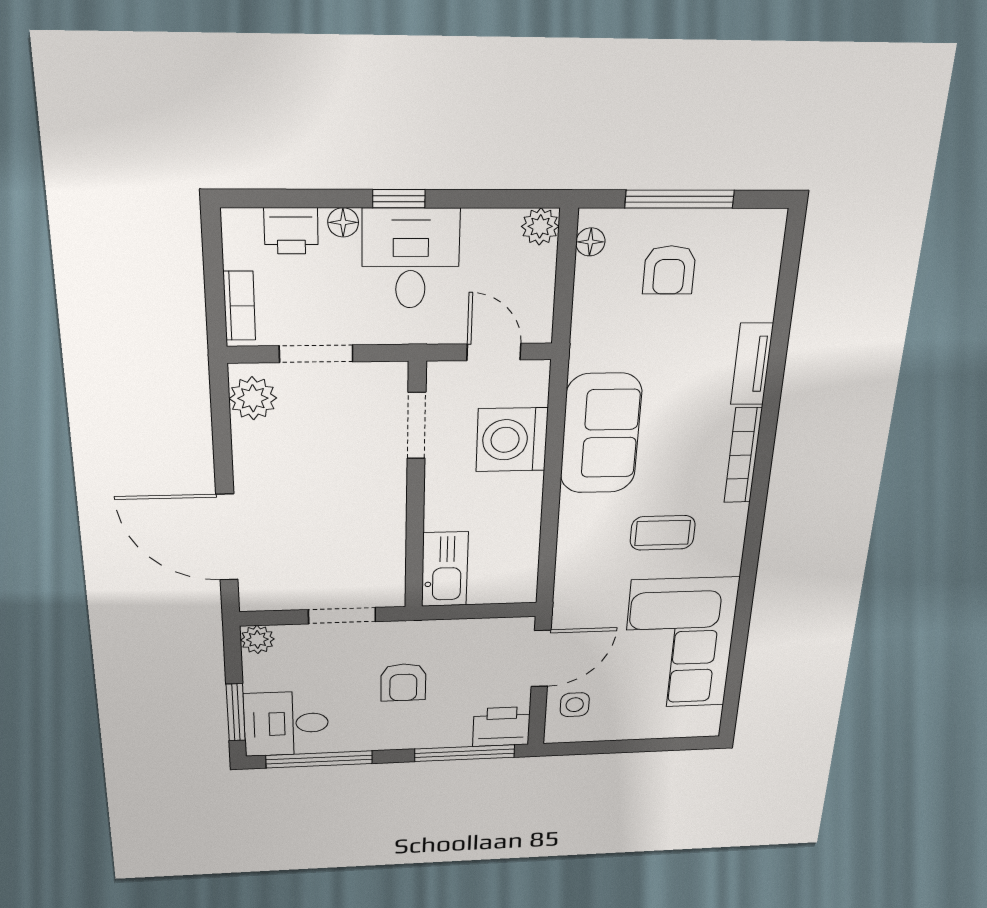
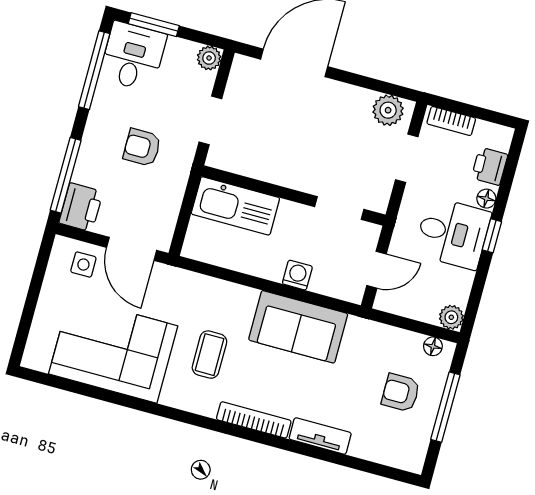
washing machine: (512, 440) -> (297, 275), width x0.53, depth x0.53
kitchen sink: (445, 569) -> (235, 206), width x1.36, depth x1.24

